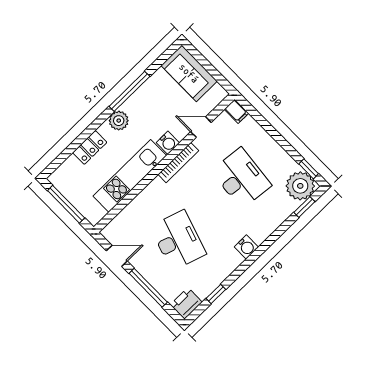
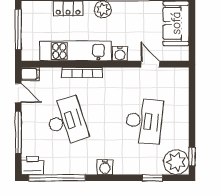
filing cabinet: (236, 111) -> (30, 74), moved, turned -90
bookcase: (178, 163) -> (82, 72), moved
window: (304, 207) -> (152, 178), moved
desk: (178, 240) -> (66, 121), turned -36
window: (216, 294) -> (57, 178), width x3.17

